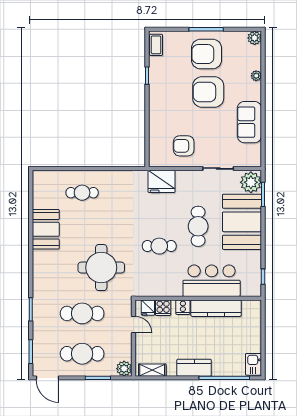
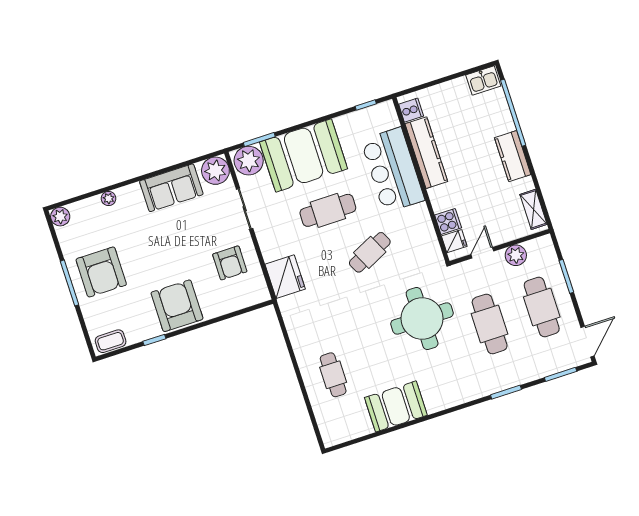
armchair: (208, 92) -> (177, 306), moved, turned 180
plant: (251, 157) -> (215, 171), added
cafe table: (159, 246) -> (370, 252), turned 64
cooker: (183, 307) -> (411, 110), moved
plant: (124, 369) -> (516, 255), moved

